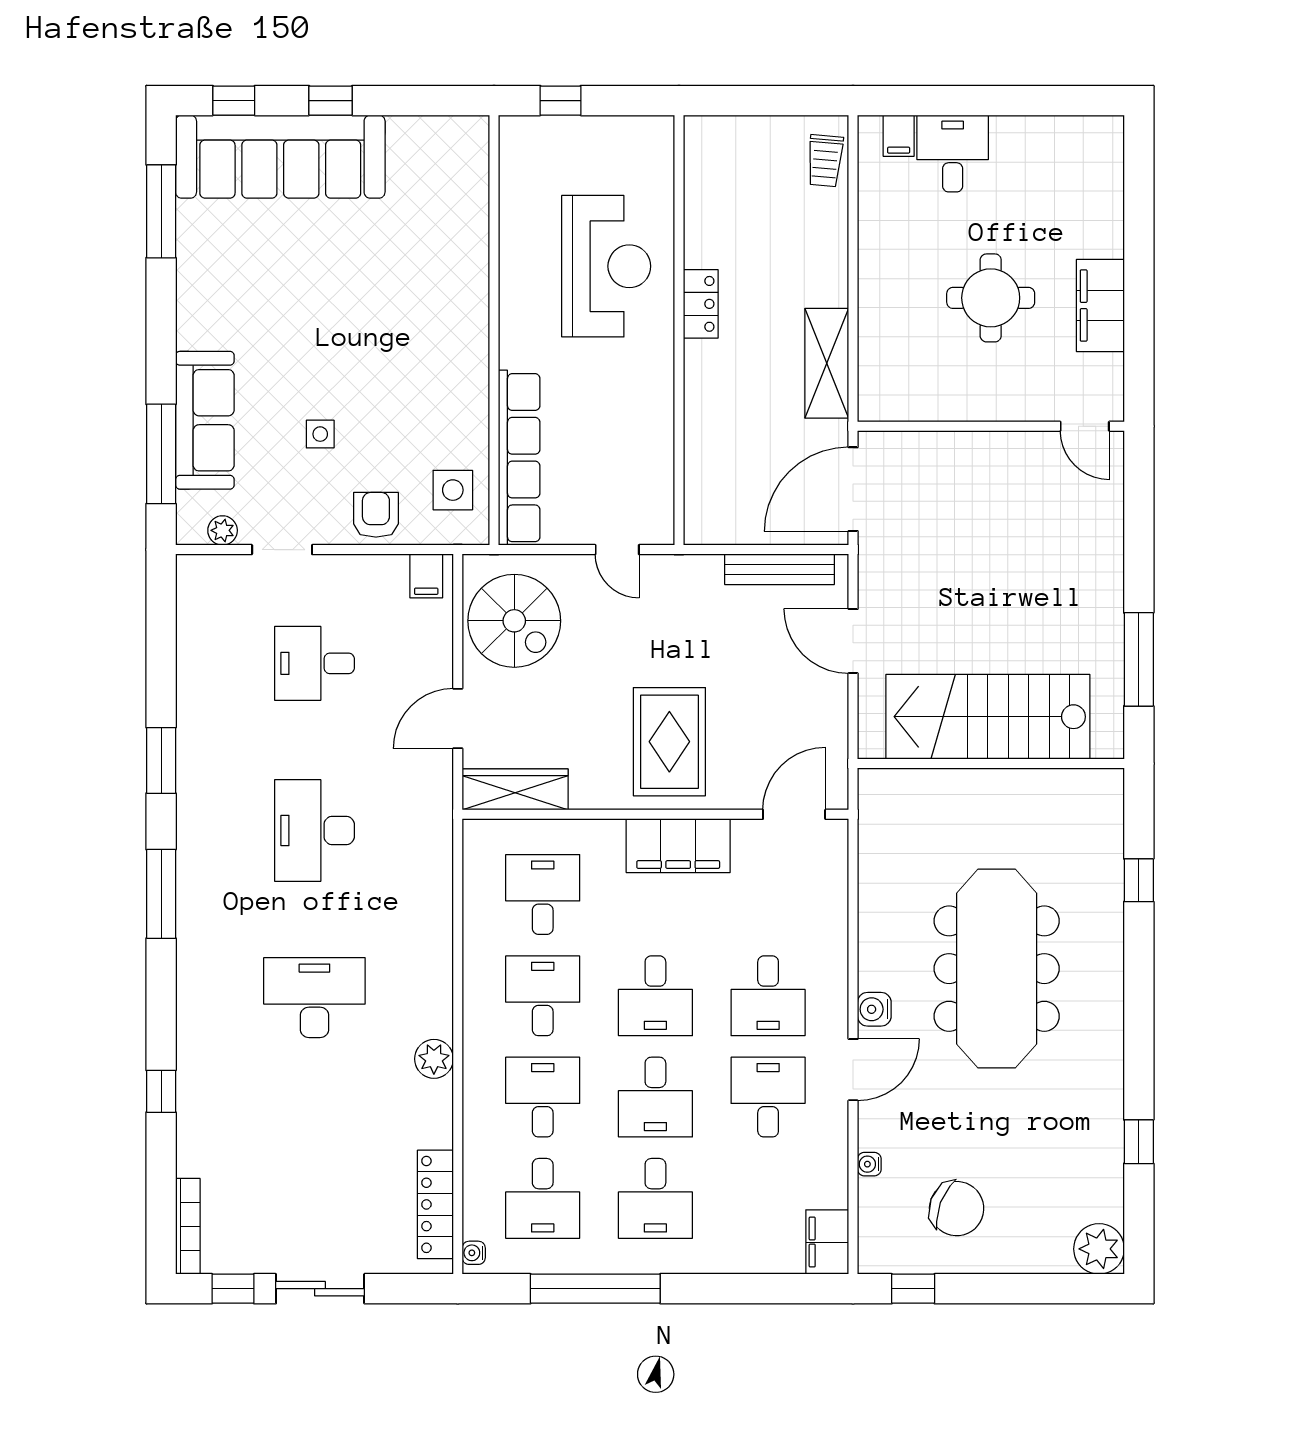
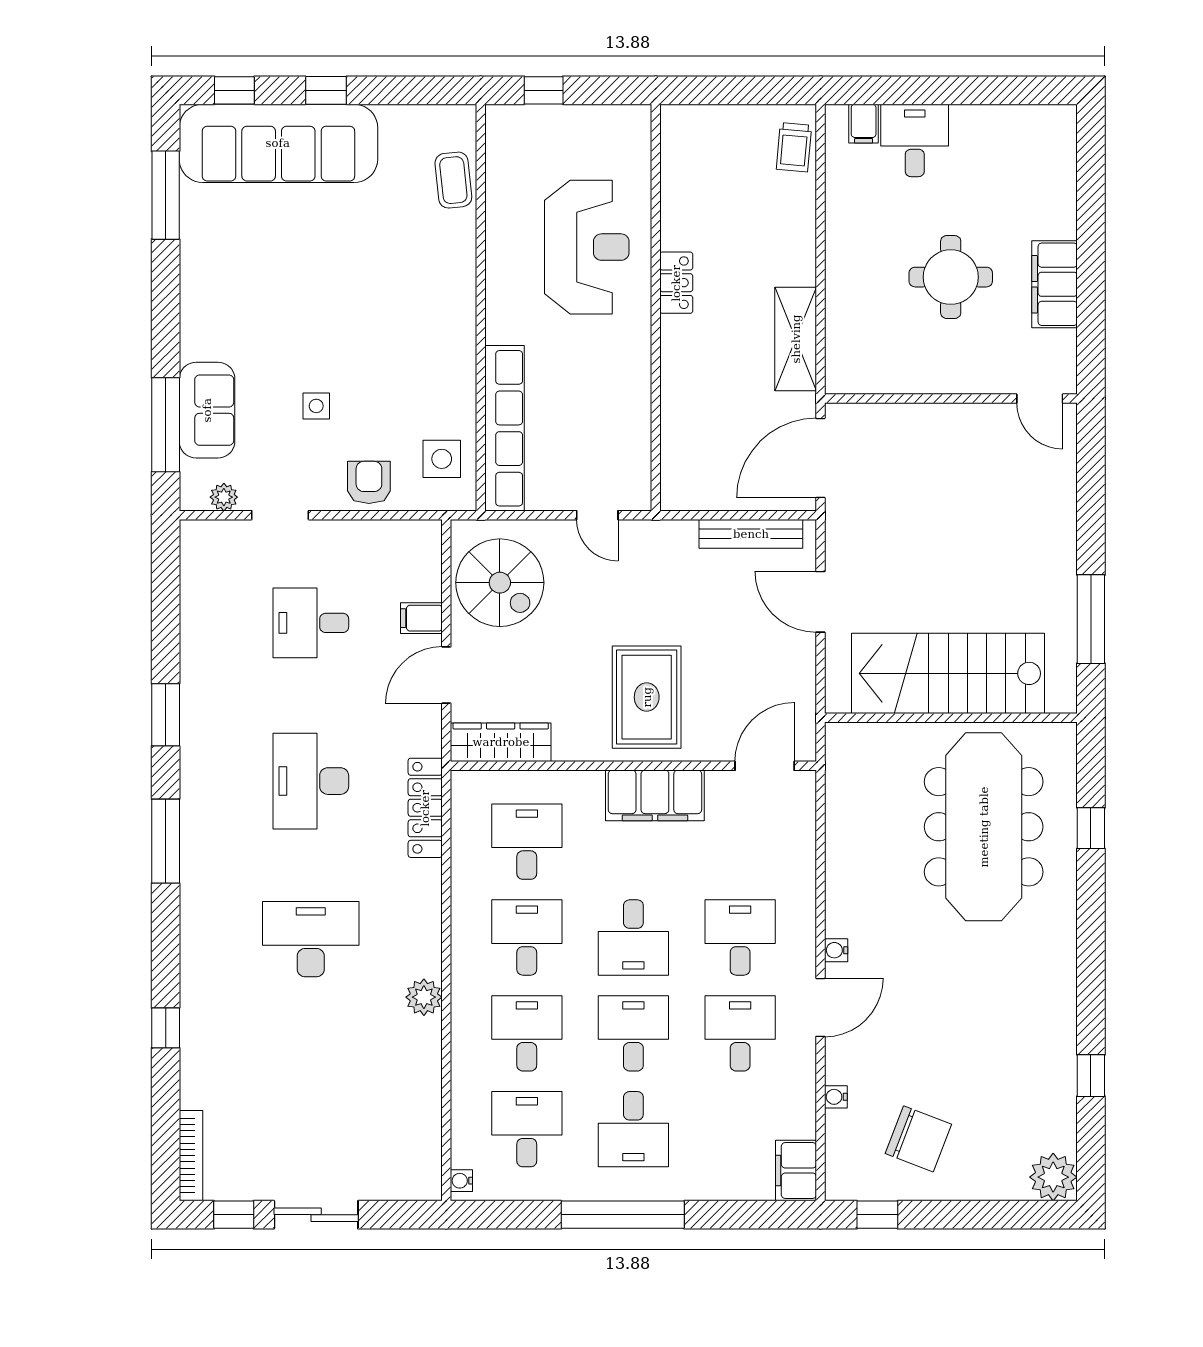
coffee table: (465, 195) -> (453, 180), added
sofa: (205, 420) -> (207, 410), width x0.73
filing cabinet: (426, 576) -> (421, 618), moved, turned 90
meeting table: (997, 969) -> (984, 827), moved
desk: (768, 996) -> (740, 938), turned 180
water cooler: (874, 1009) -> (836, 950), width x0.72, depth x0.72
desk: (655, 1097) -> (633, 1033), turned 180
desk: (543, 1198) -> (527, 1129), turned 180
locker: (435, 1204) -> (425, 808), moved
window: (595, 1289) -> (623, 1215), moved

